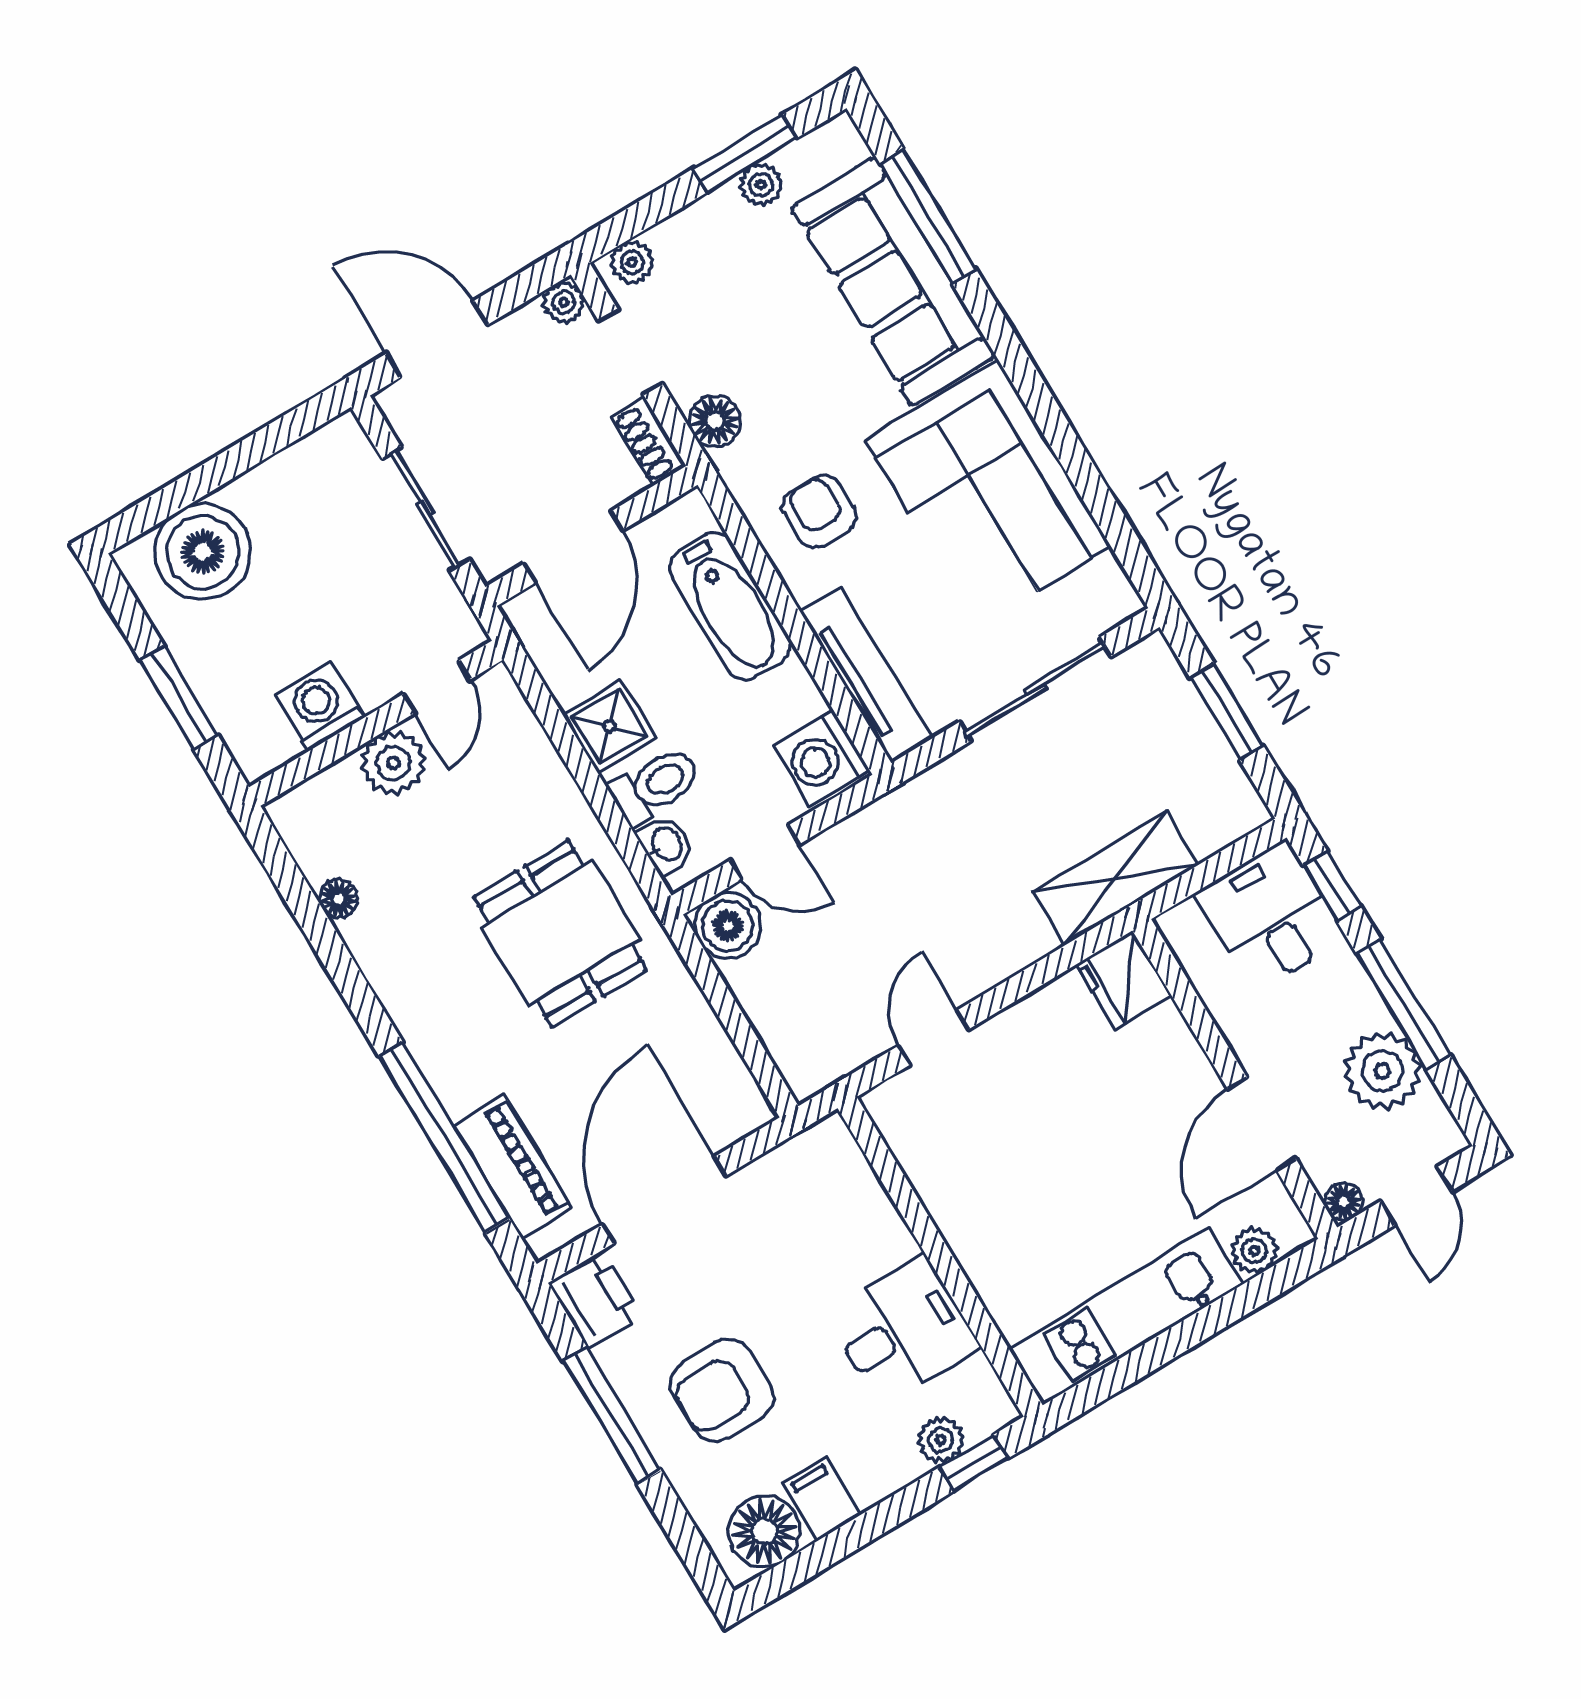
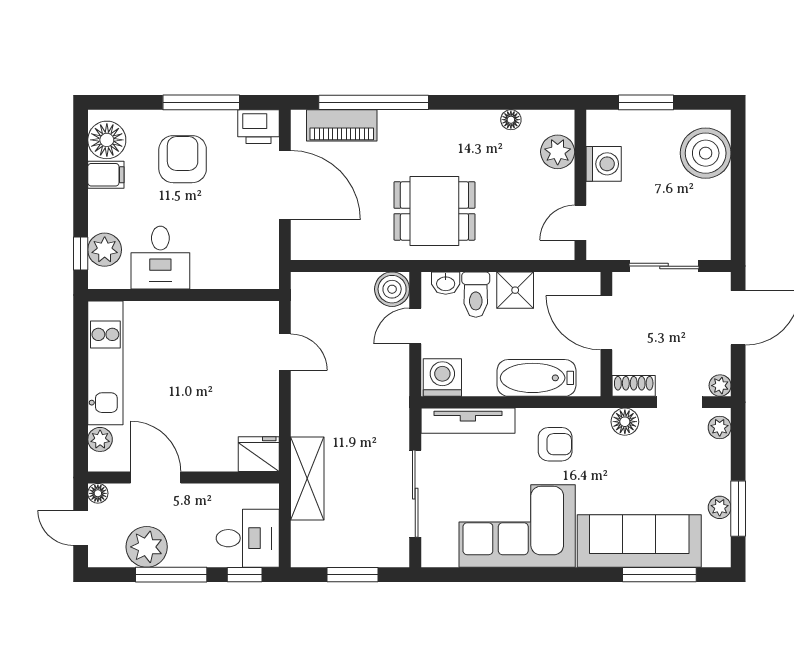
door: (437, 687) -> (580, 223), hinge flipped
plant: (393, 763) -> (558, 152), moved
plant: (941, 1440) -> (105, 250), width x1.38, depth x1.38

